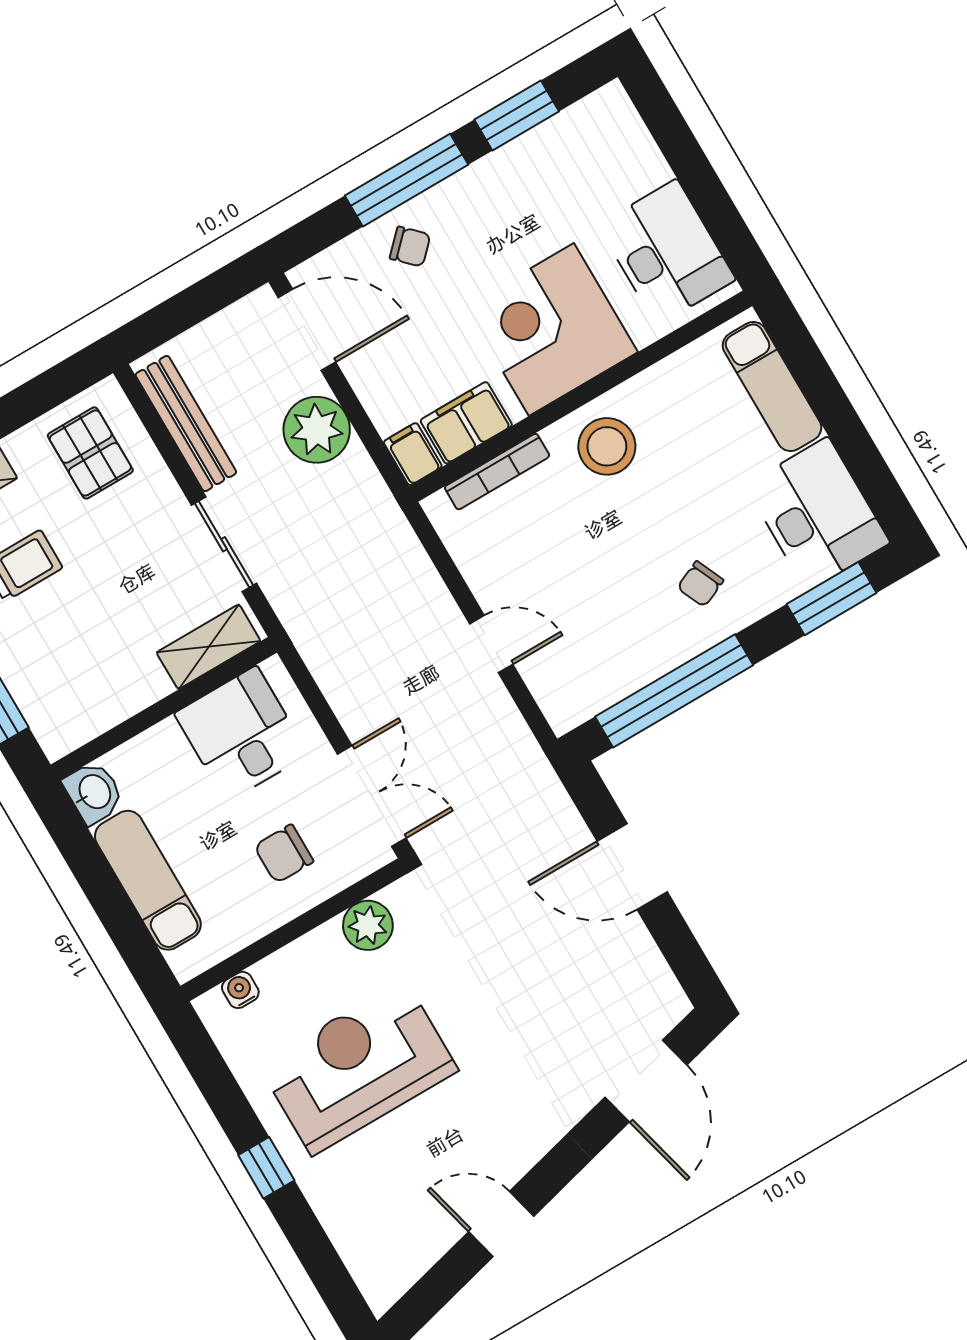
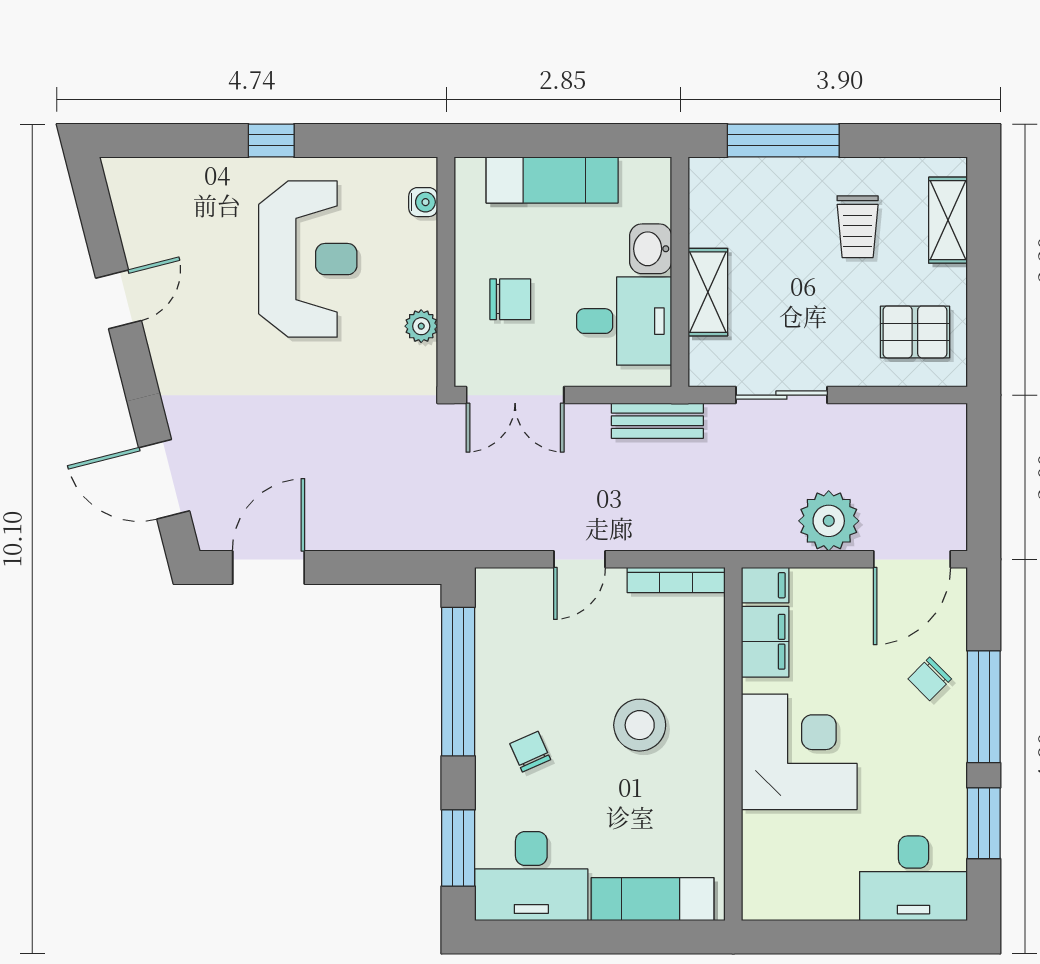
desk: (667, 252) -> (913, 878), moved
bench: (186, 424) -> (657, 421), moved, width x0.73
stool: (607, 446) -> (640, 725), moved
bookcase: (497, 472) -> (676, 580), moved, turned -90
shelving: (209, 647) -> (708, 292), moved
washbasin: (94, 792) -> (651, 249), moved, turned 90
chair: (284, 854) -> (510, 299), turned 90
door: (632, 867) -> (269, 567), moved
plant: (368, 925) -> (421, 326), width x0.73, depth x0.73

